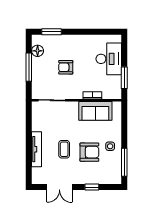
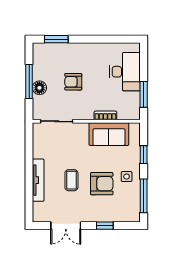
floor lamp: (38, 51) -> (39, 88), moved
window: (124, 128) -> (144, 155), added

